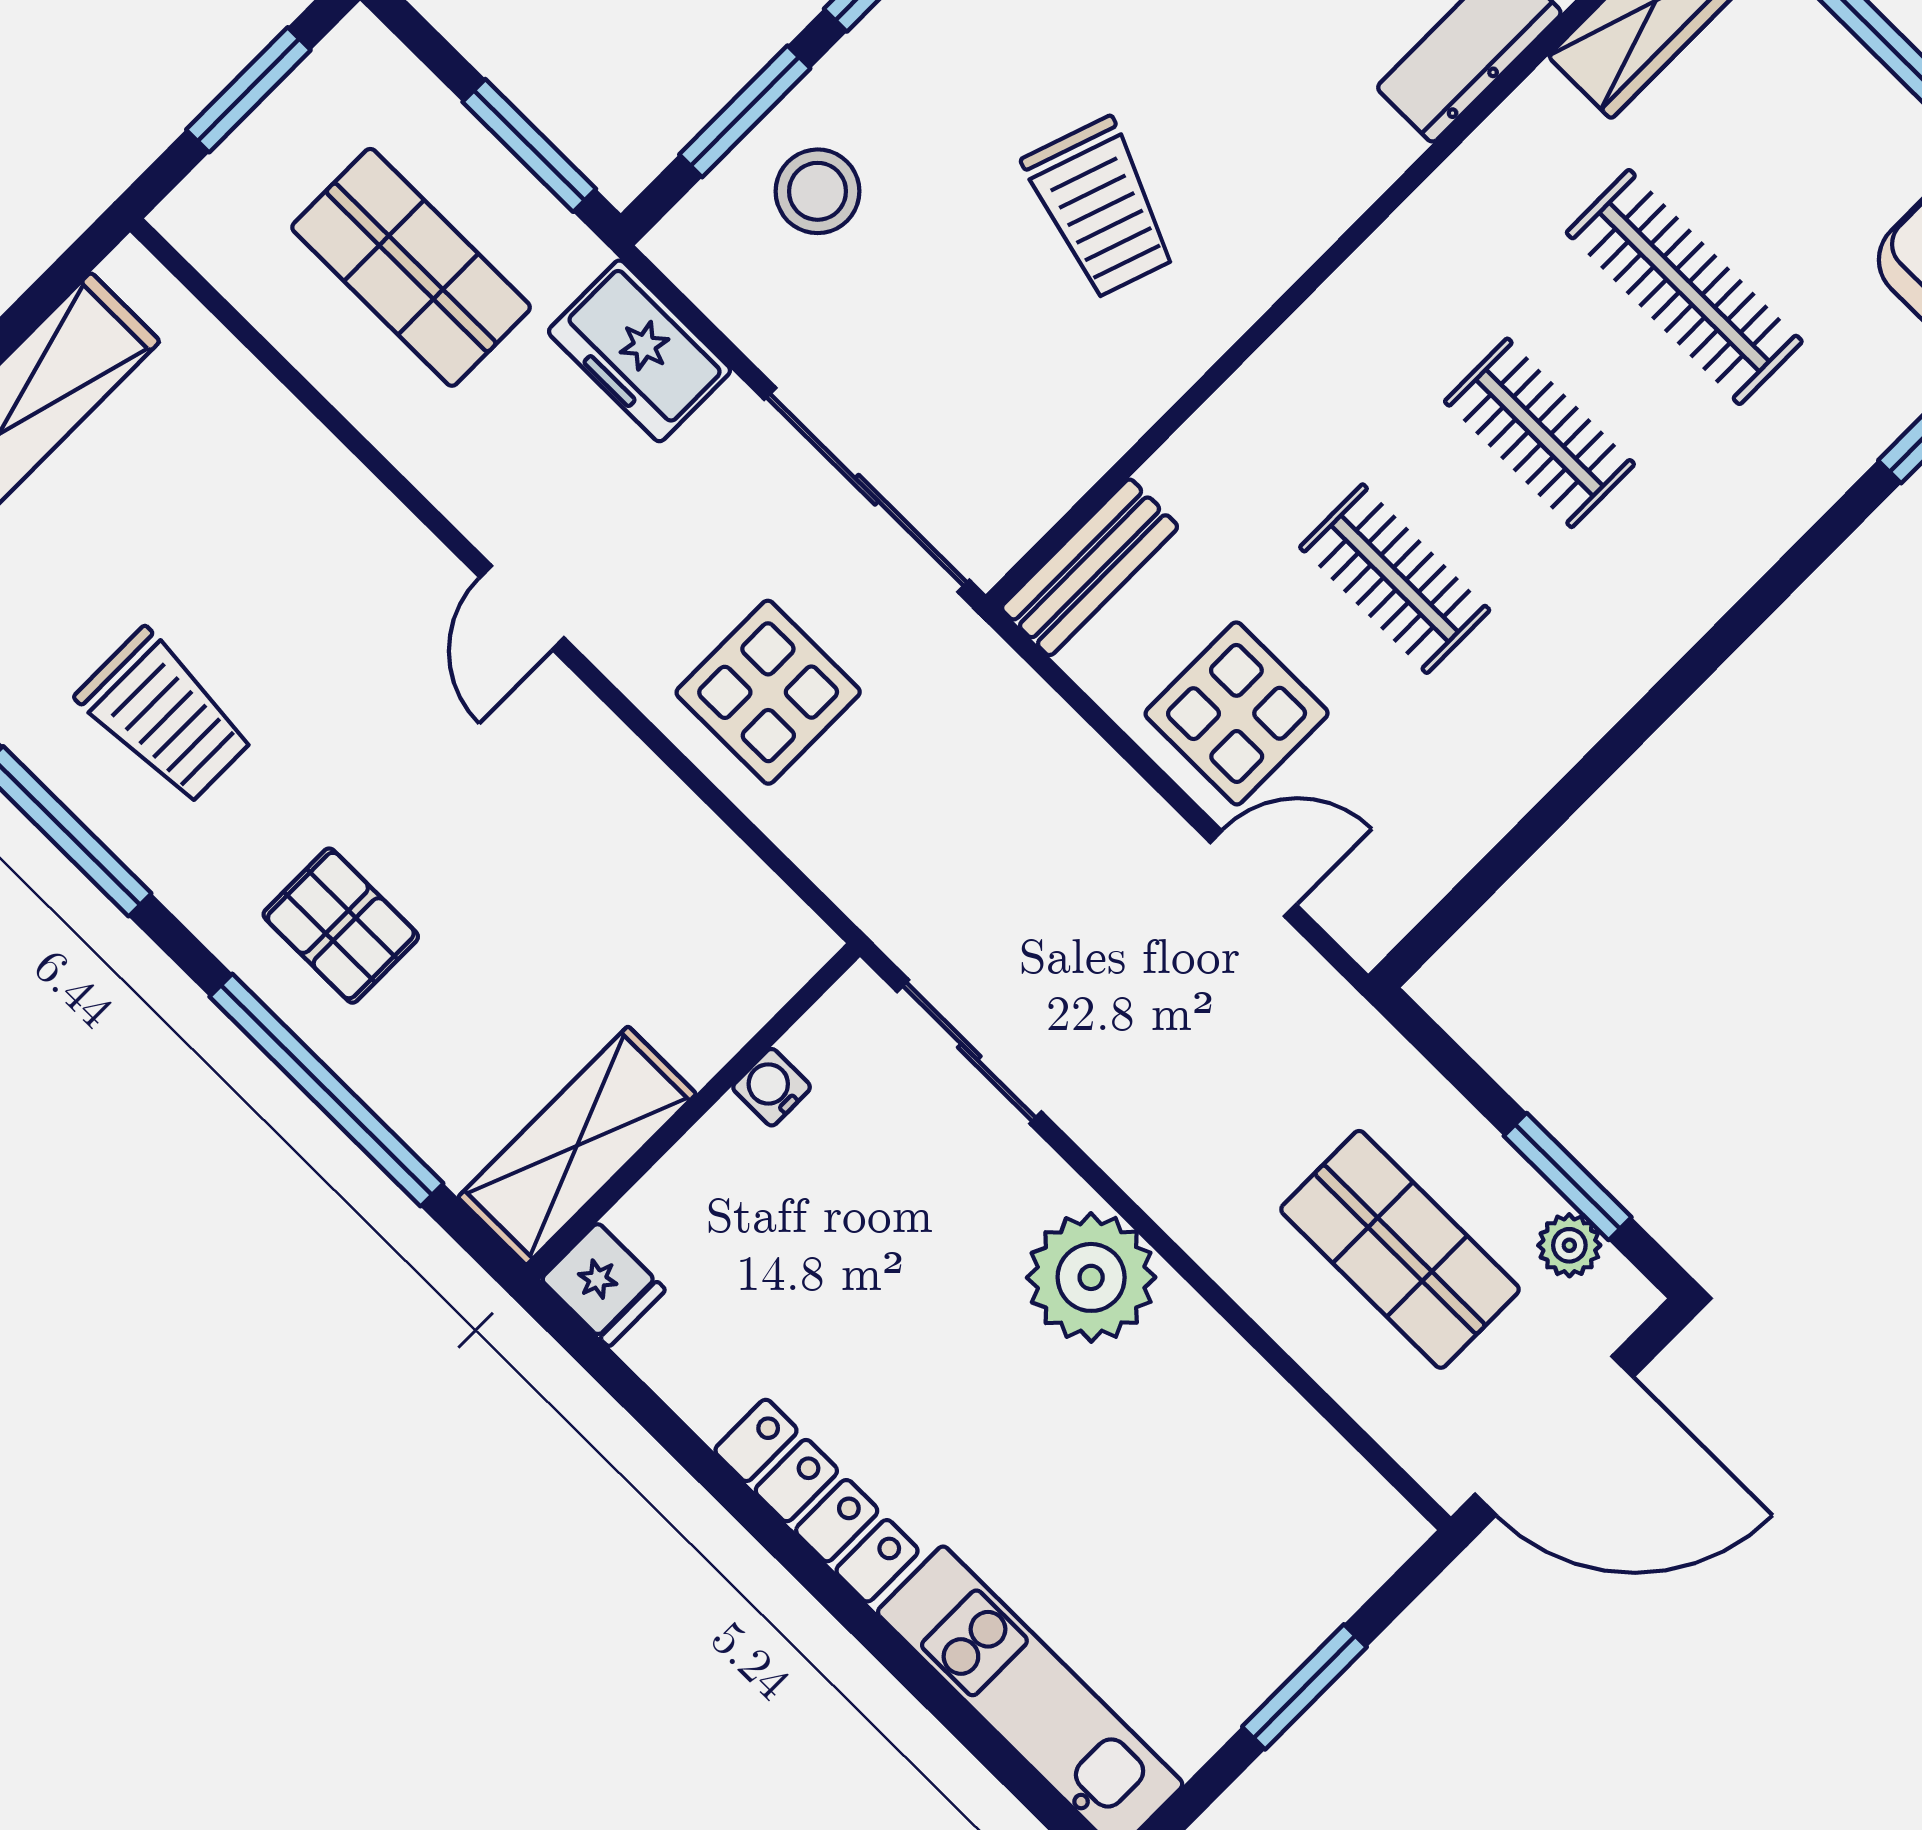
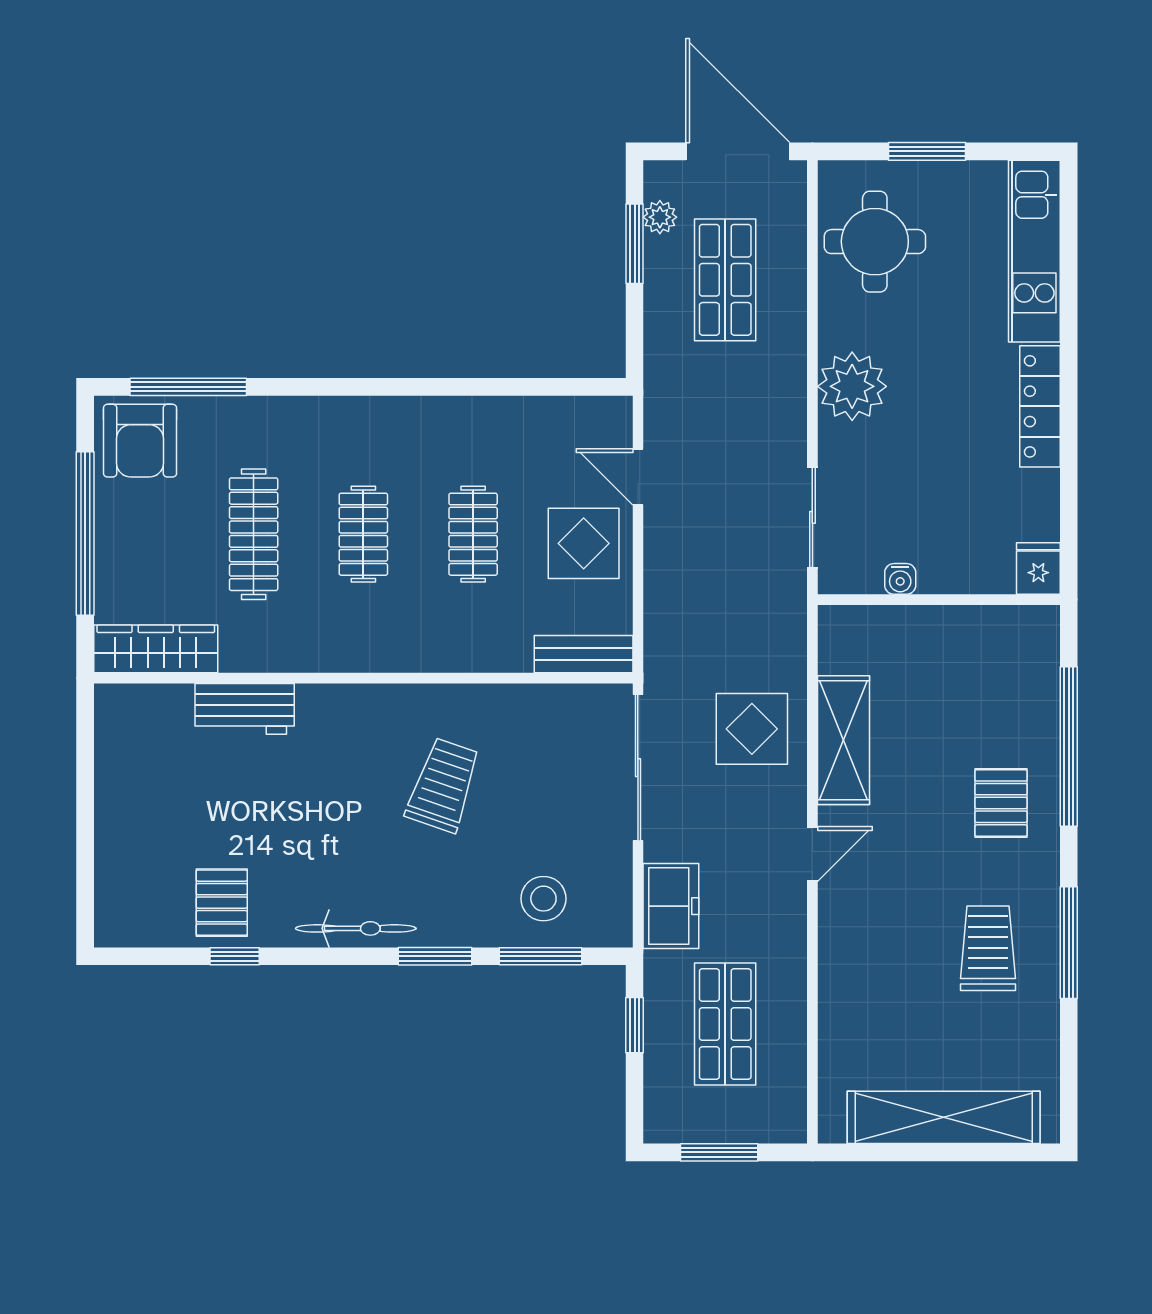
window: (529, 145) -> (635, 1025), width x0.67
shelving: (577, 1146) -> (843, 740), moved, turned 90
round table: (1253, 1499) -> (875, 242), added

